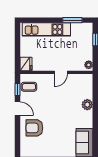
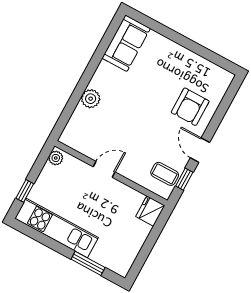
window: (72, 20) -> (88, 263), moved
kitchen unit: (46, 29) -> (57, 228), moved
armchair: (34, 128) -> (190, 107), turned 90

